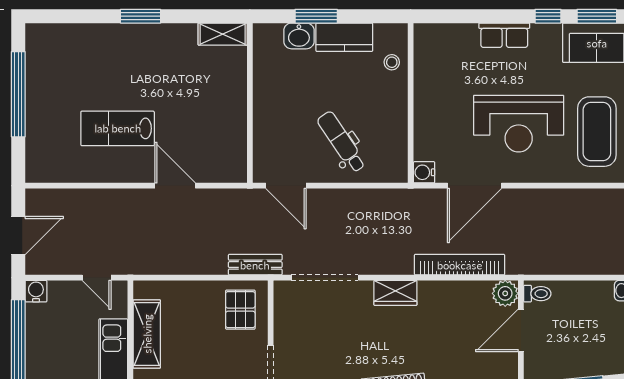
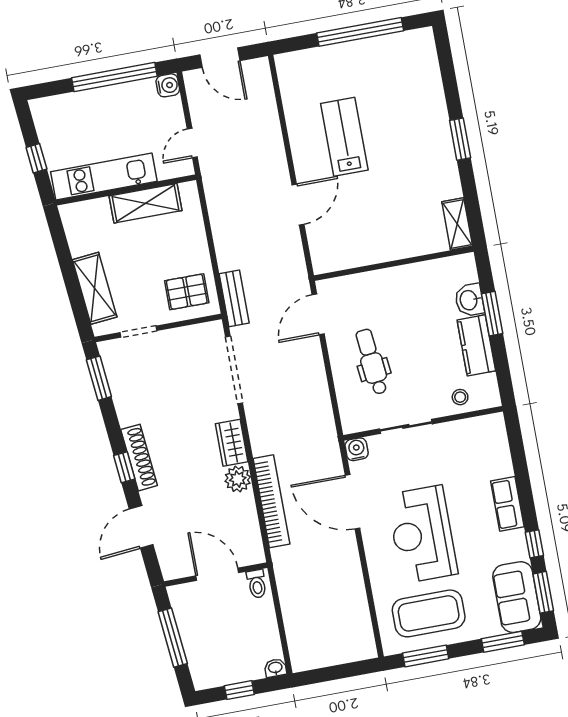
sliding door: (411, 120) -> (406, 426), added
dental chair: (342, 142) -> (372, 362), turned -62
plant: (505, 293) -> (238, 479), moved

